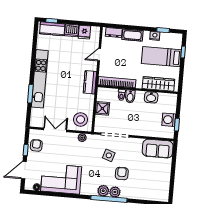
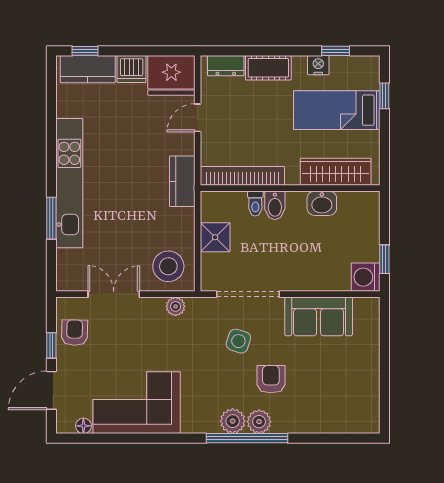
fridge: (84, 32) -> (171, 75), width x1.88, depth x1.34
washing machine: (169, 120) -> (366, 277), moved
sofa: (158, 149) -> (319, 316), moved

